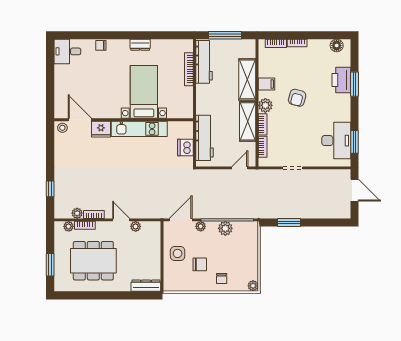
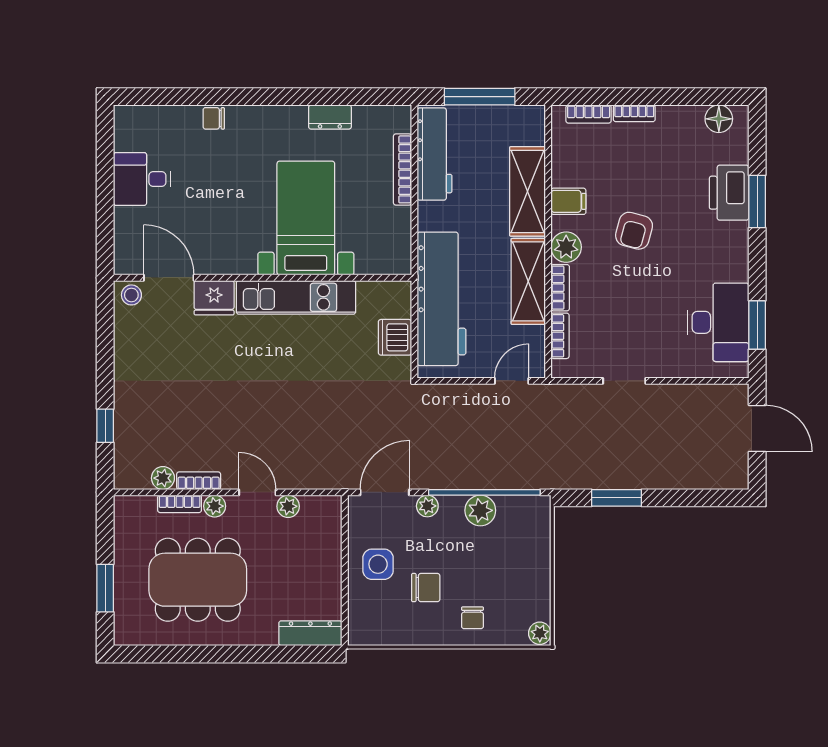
dresser: (140, 45) -> (330, 117), moved
desk: (67, 51) -> (142, 179), moved
workbench: (204, 138) -> (442, 299), width x1.36, depth x1.32
plant: (69, 226) -> (215, 506), moved

